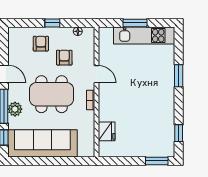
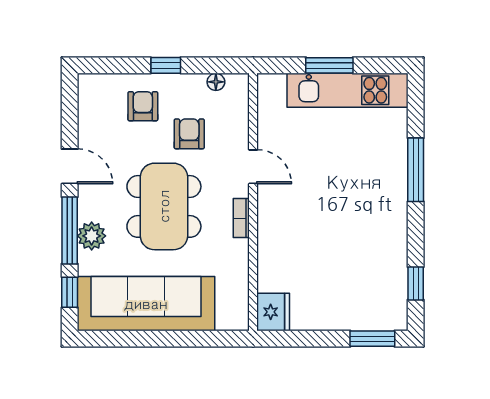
window: (179, 76) -> (416, 170), width x1.44
dining table: (51, 94) -> (164, 206), turned 90
fridge: (107, 131) -> (273, 312), moved

